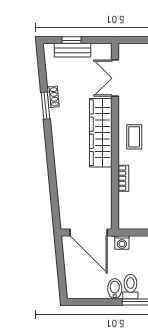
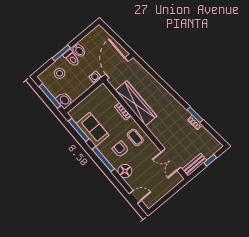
bench: (72, 50) -> (194, 165), moved
double door: (115, 78) -> (171, 160), swing flipped
wardrobe: (101, 133) -> (136, 103), moved
door: (89, 233) -> (117, 68), hinge flipped

